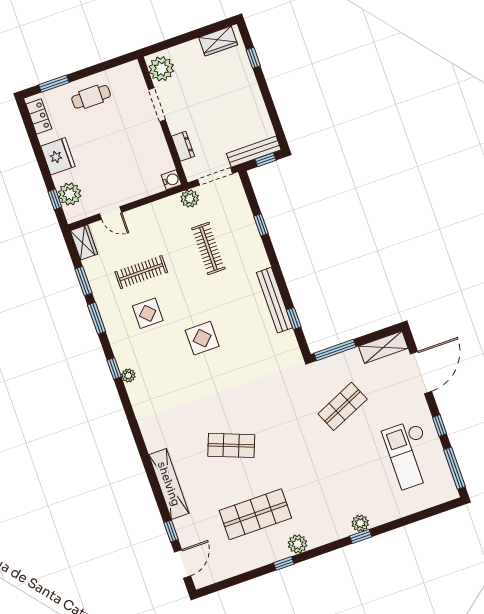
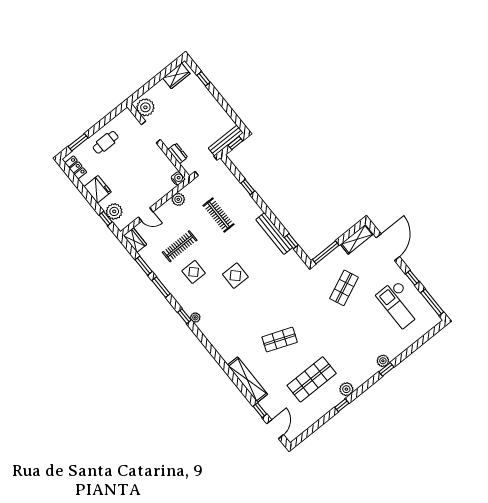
plant: (190, 199) -> (178, 199), moved

